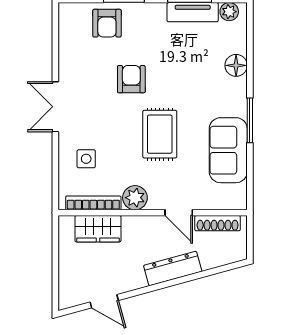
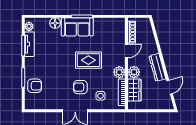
armchair: (131, 79) -> (80, 87), moved
sofa: (228, 150) -> (77, 27), moved
plant: (135, 228) -> (134, 72), added
dresser: (173, 268) -> (157, 67), moved

